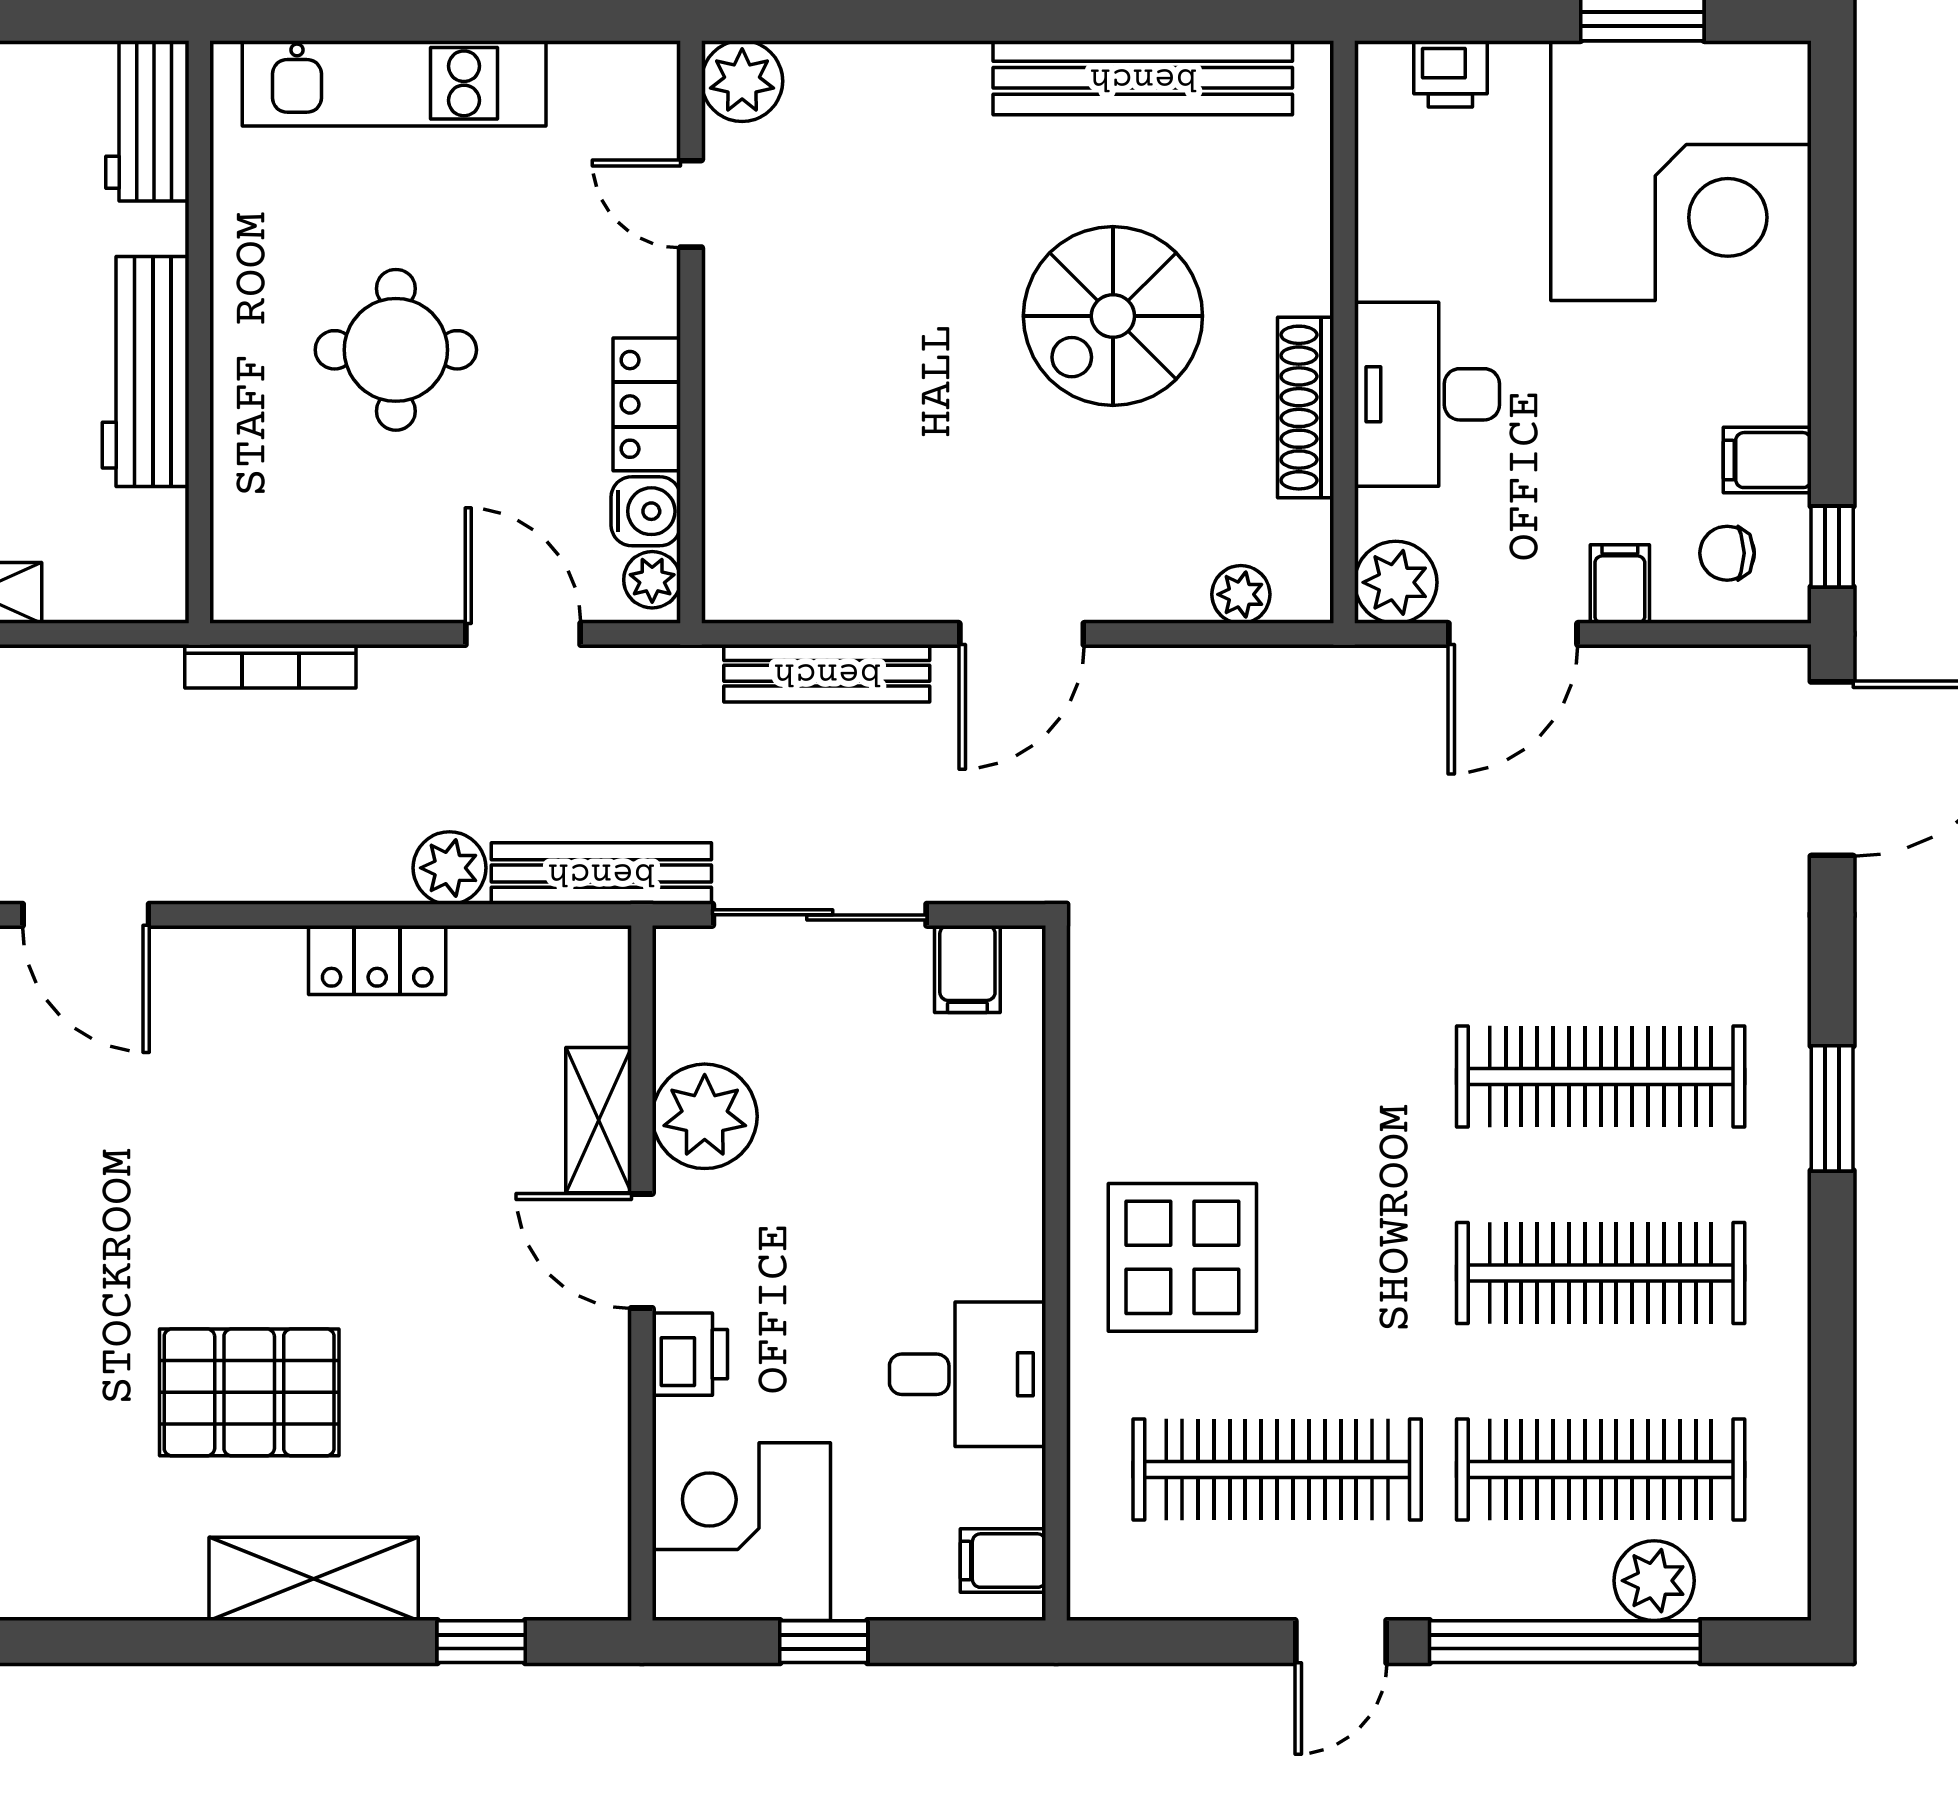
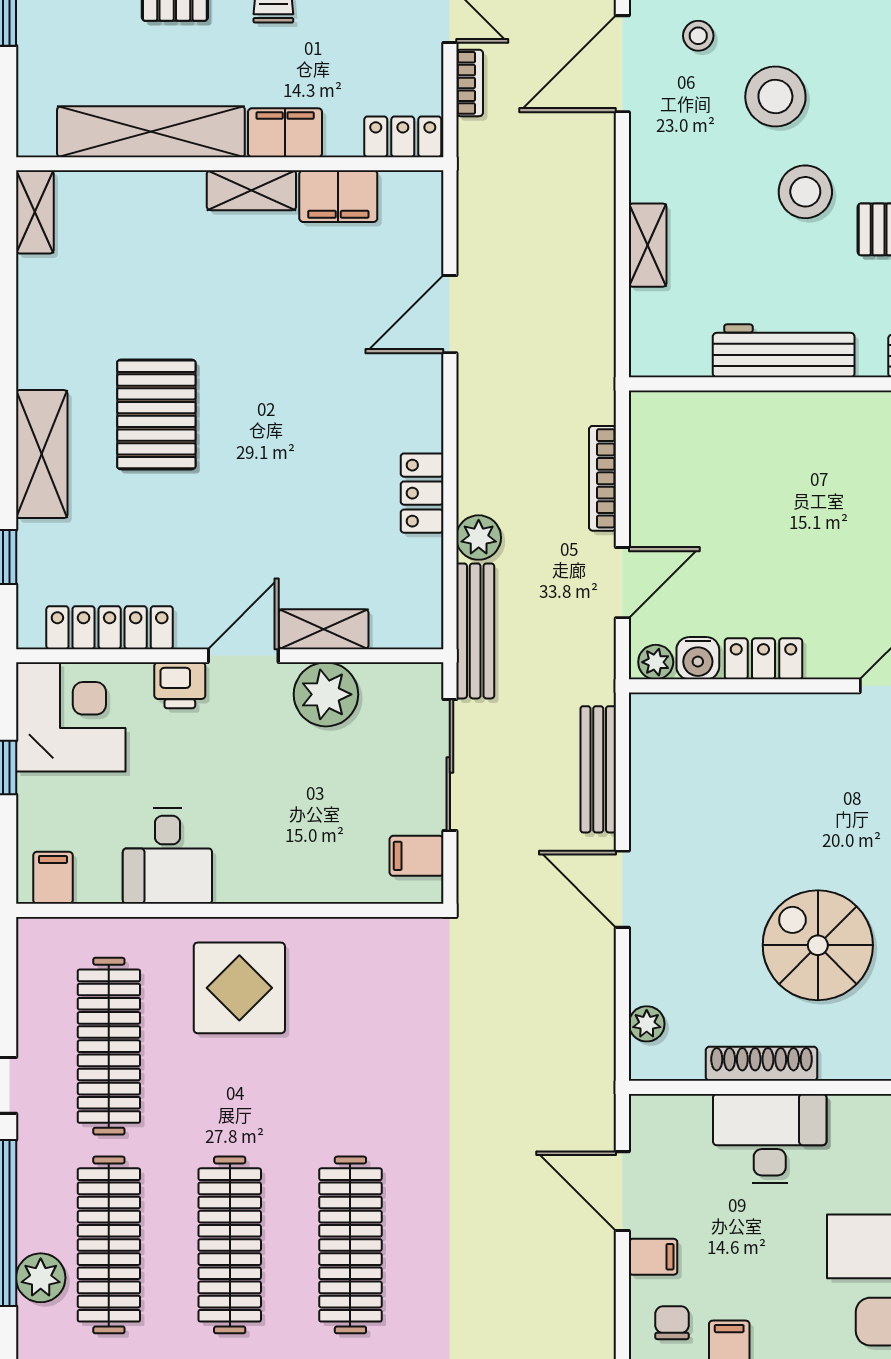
round table: (396, 350) -> (797, 505), removed
plant: (1396, 582) -> (654, 1119), removed
bookcase: (270, 666) -> (602, 478), moved
locker: (596, 1468) -> (110, 628), added

